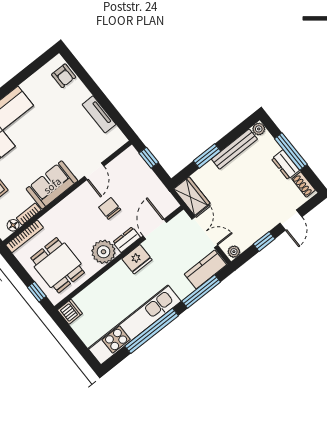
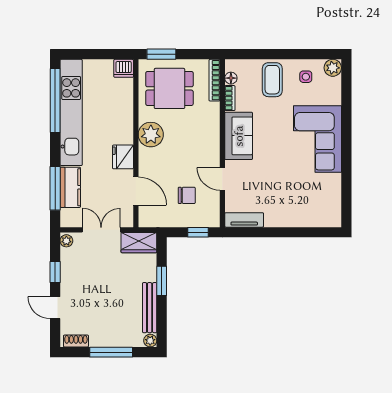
armchair: (64, 76) -> (320, 216), removed
tv unit: (99, 114) -> (244, 220), moved
dresser: (286, 165) -> (104, 339), removed
chair: (110, 208) -> (187, 195), moved
double door: (205, 232) -> (101, 230), swing flipped
dresser: (127, 240) -> (146, 161), removed
kitchen counter: (205, 269) -> (70, 187), moved
window: (37, 292) -> (161, 54), width x1.50
window: (152, 331) -> (55, 100), moved

